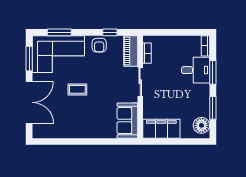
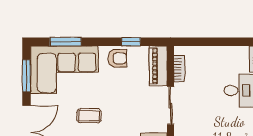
armchair: (99, 45) -> (117, 58), turned -90

